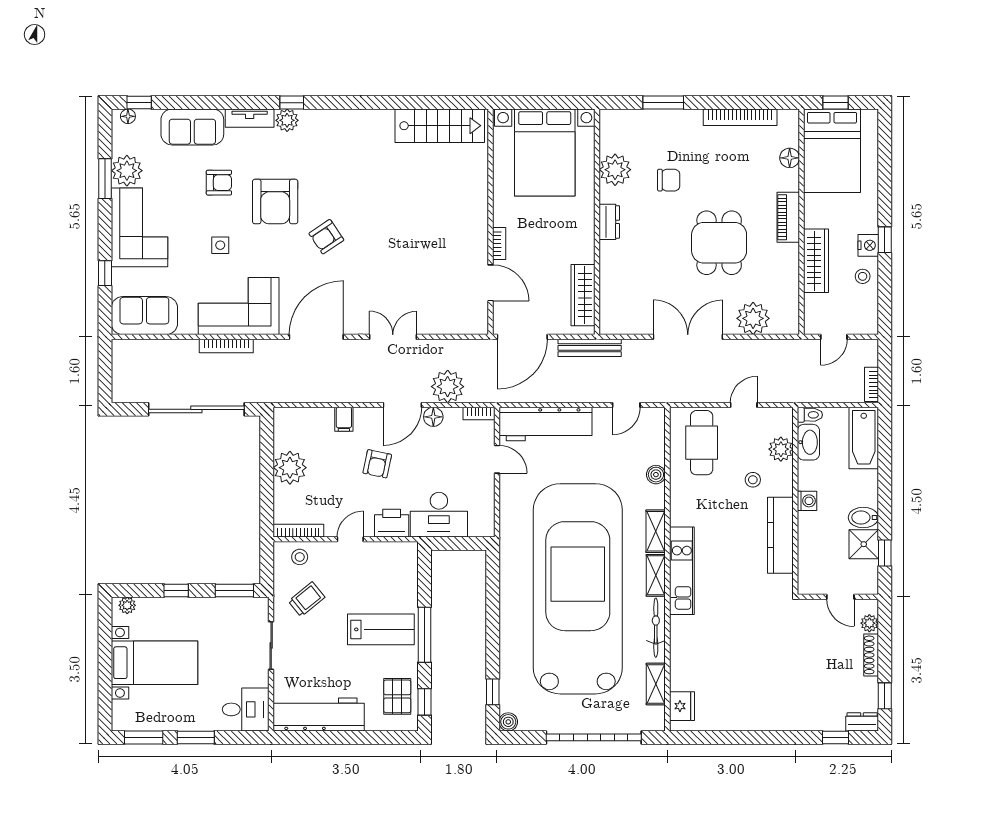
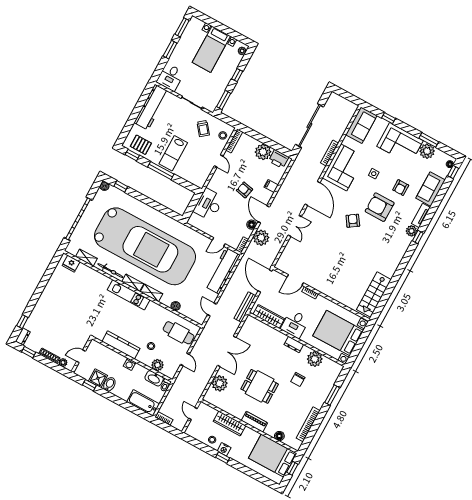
desk: (571, 240) -> (295, 324), added
printer: (392, 523) -> (279, 159), moved, turned 90

